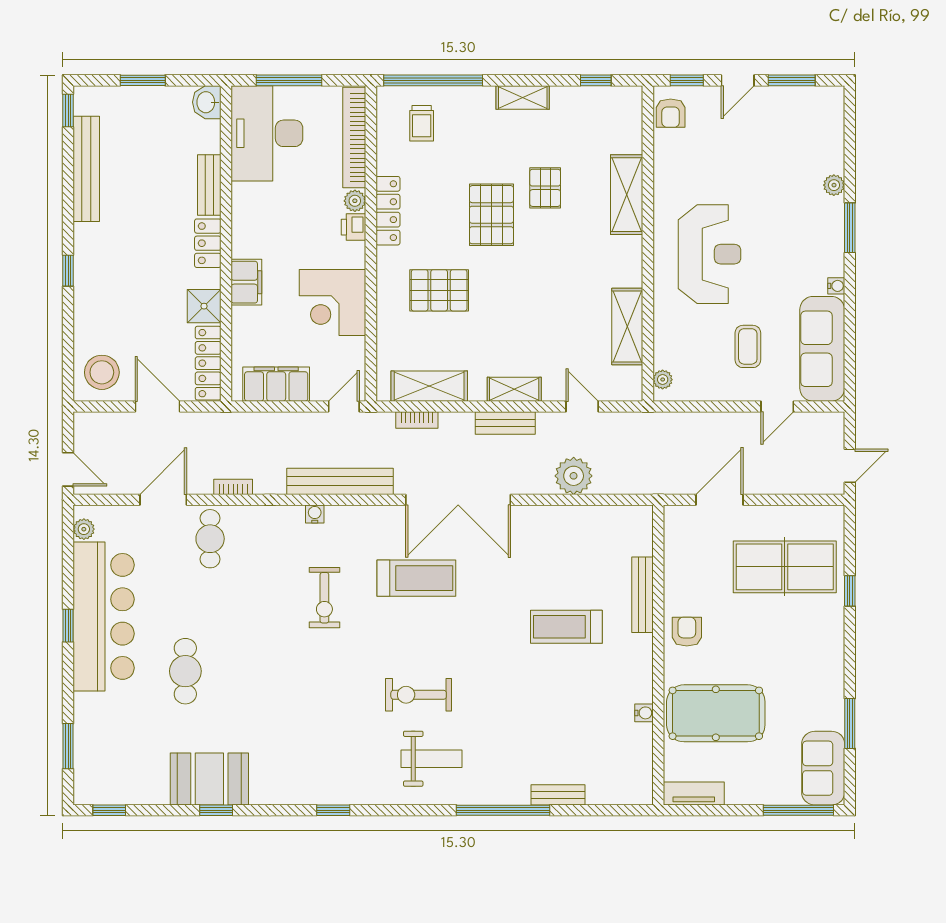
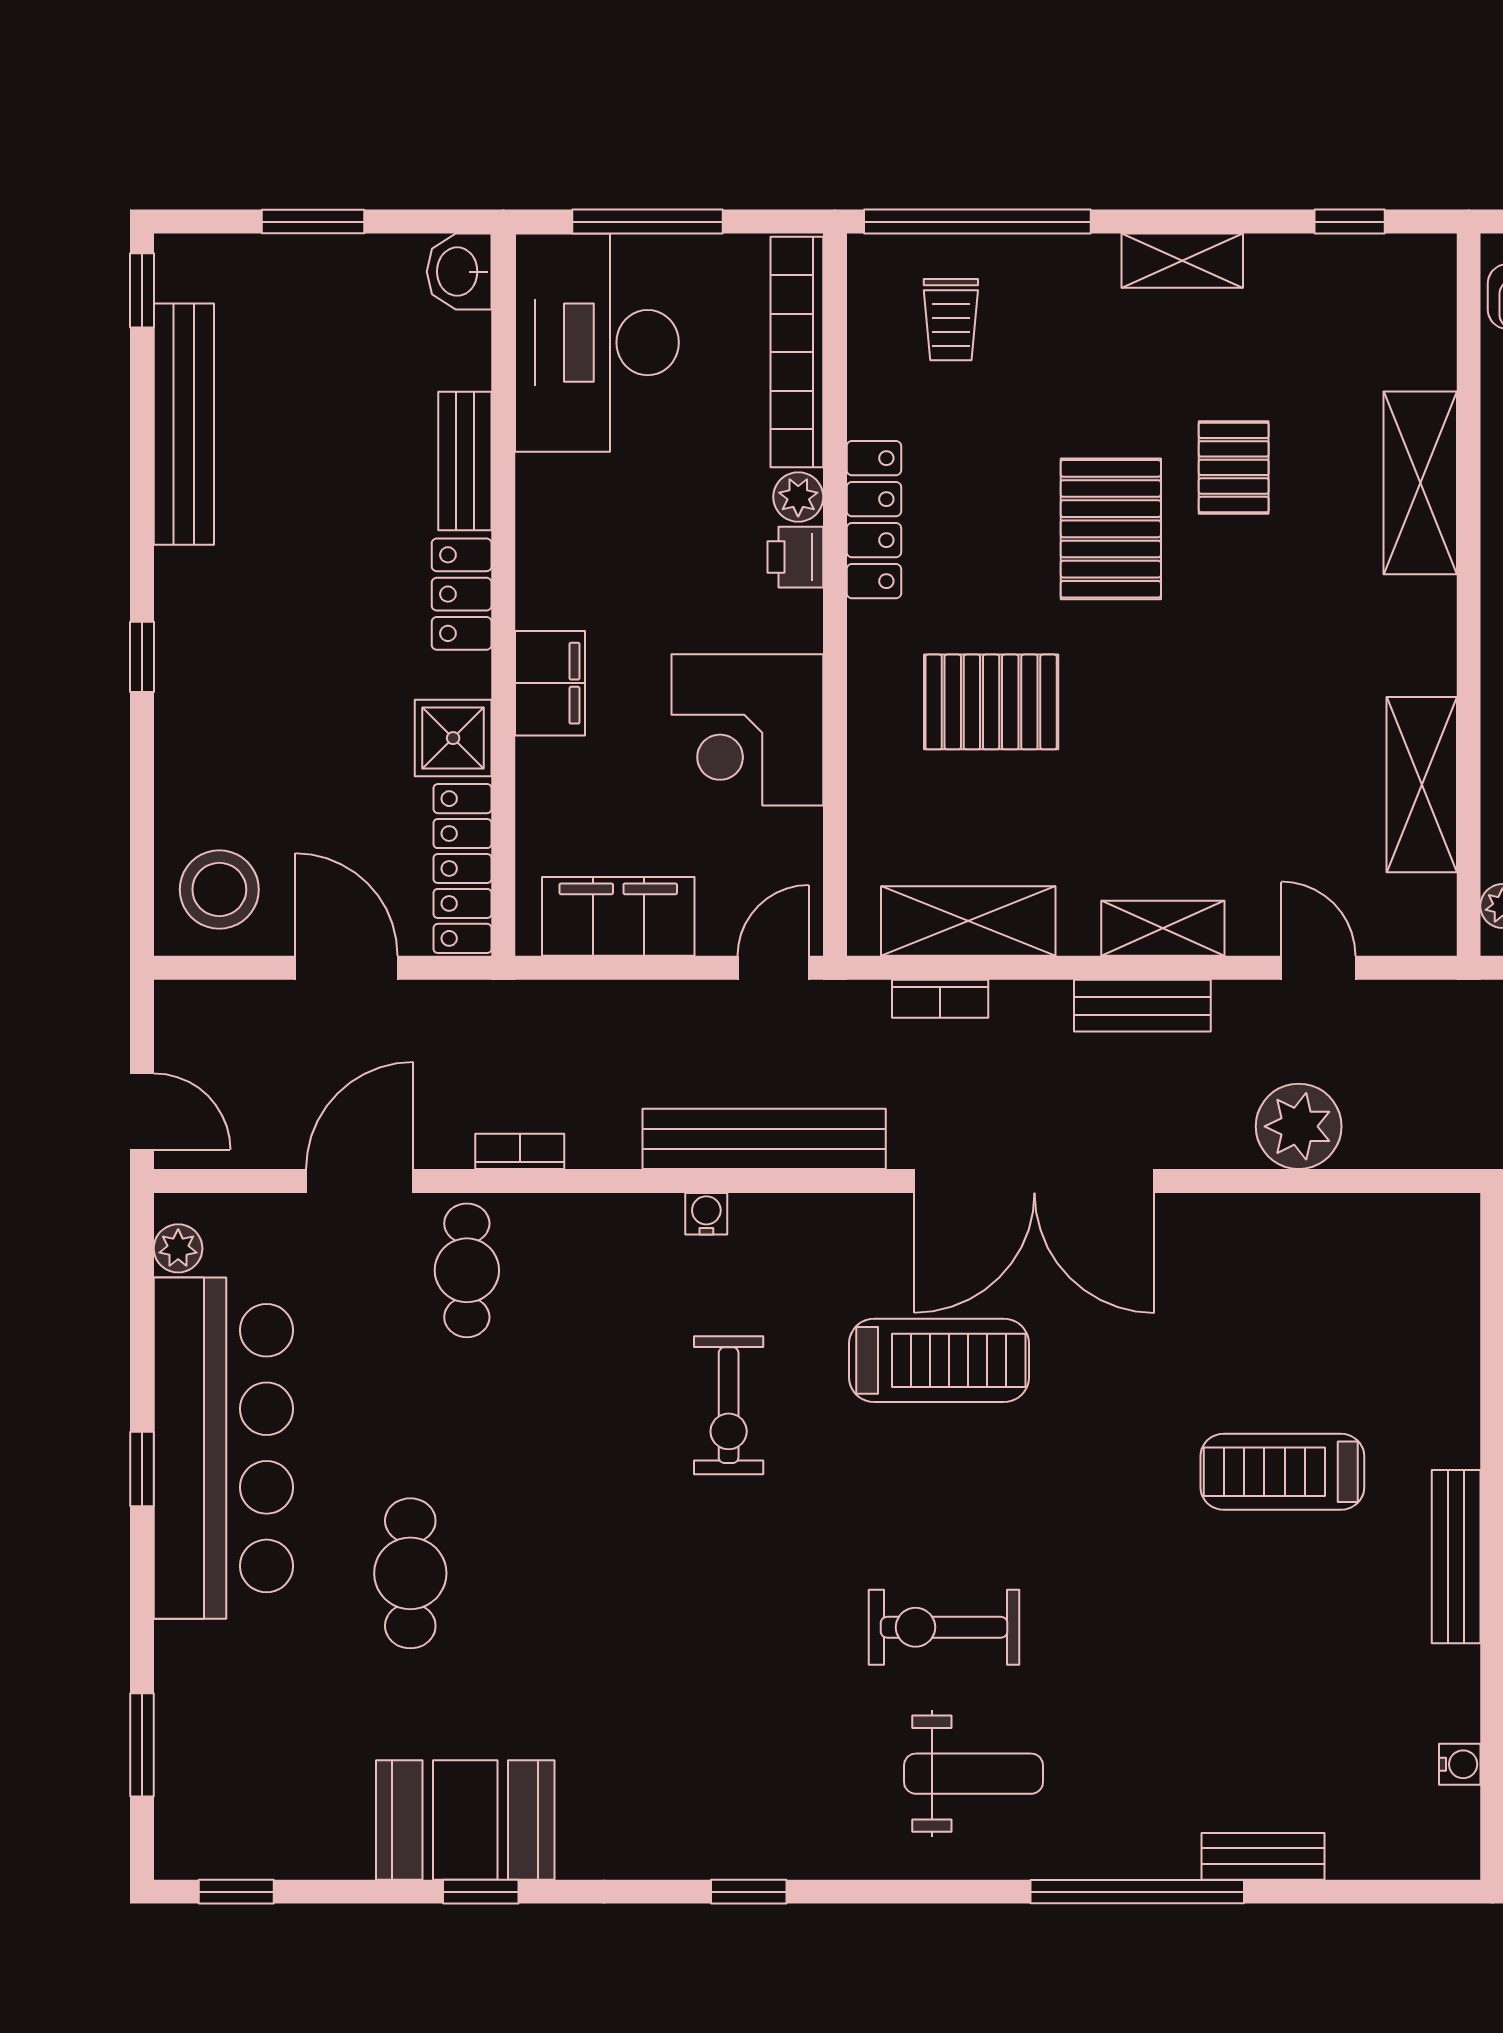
bench: (642, 595) -> (1456, 1557), moved
water cooler: (644, 713) -> (1460, 1764), moved

